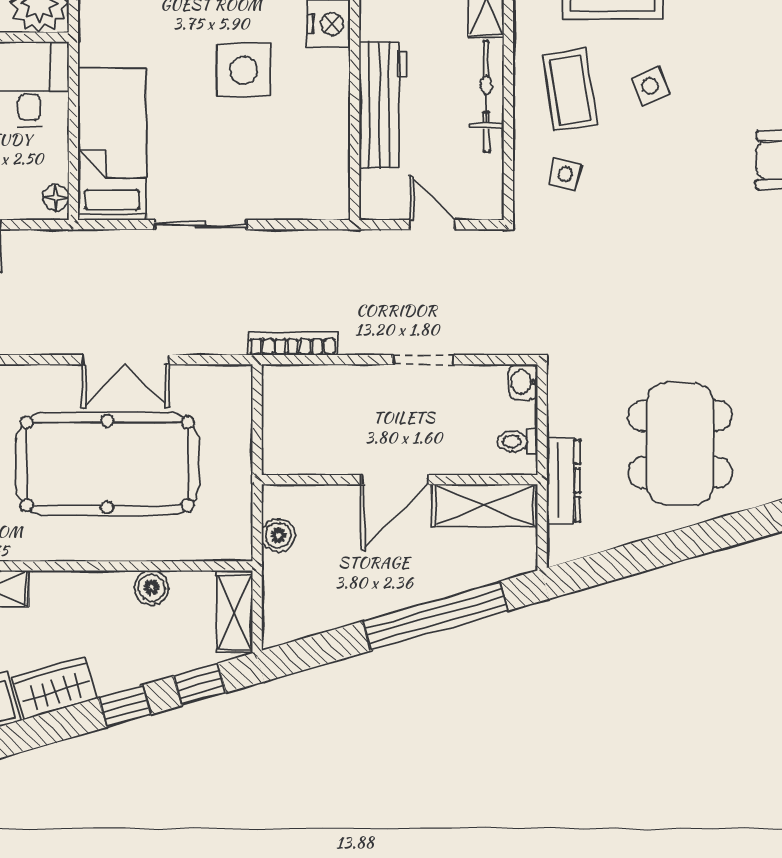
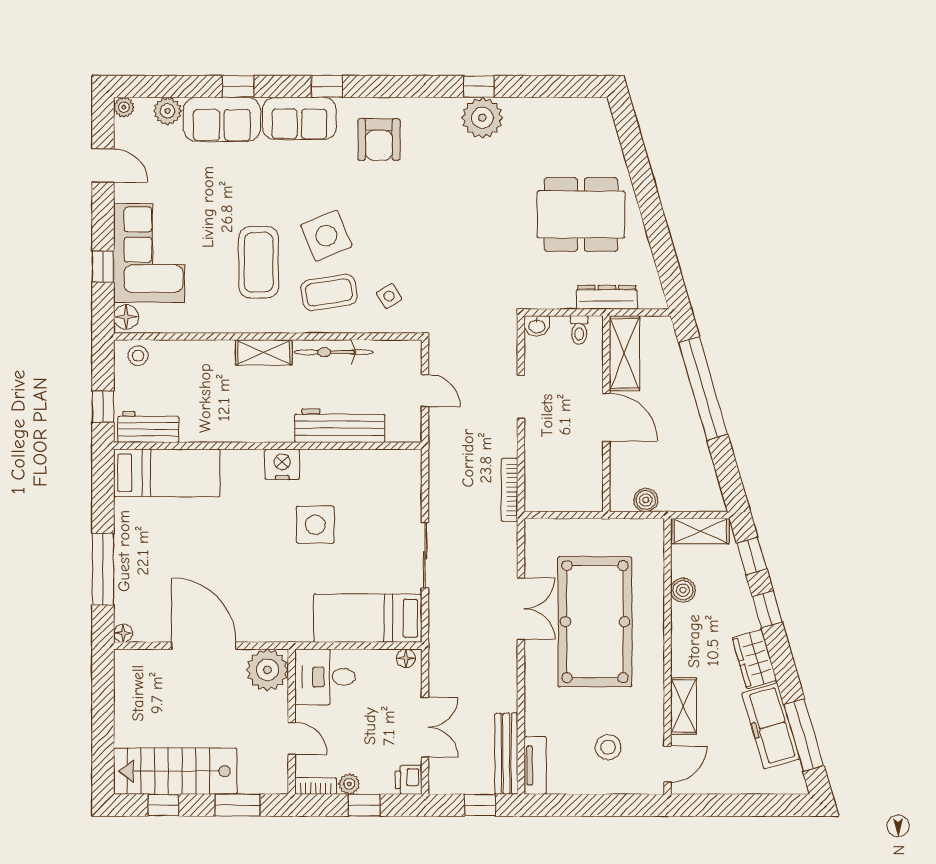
side table: (650, 86) -> (326, 236), width x1.87, depth x1.87
side table: (565, 174) -> (389, 296), turned 45
door: (432, 225) -> (425, 391), swing flipped

